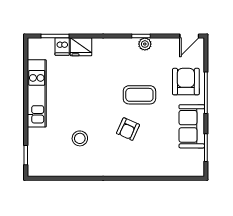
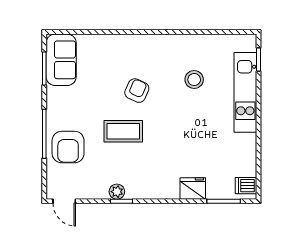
door: (189, 36) -> (64, 201), swing flipped
dishwasher: (62, 47) -> (246, 186), moved, turned -90
kitchen unit: (37, 93) -> (245, 92), moved
sofa: (192, 126) -> (61, 60), moved

